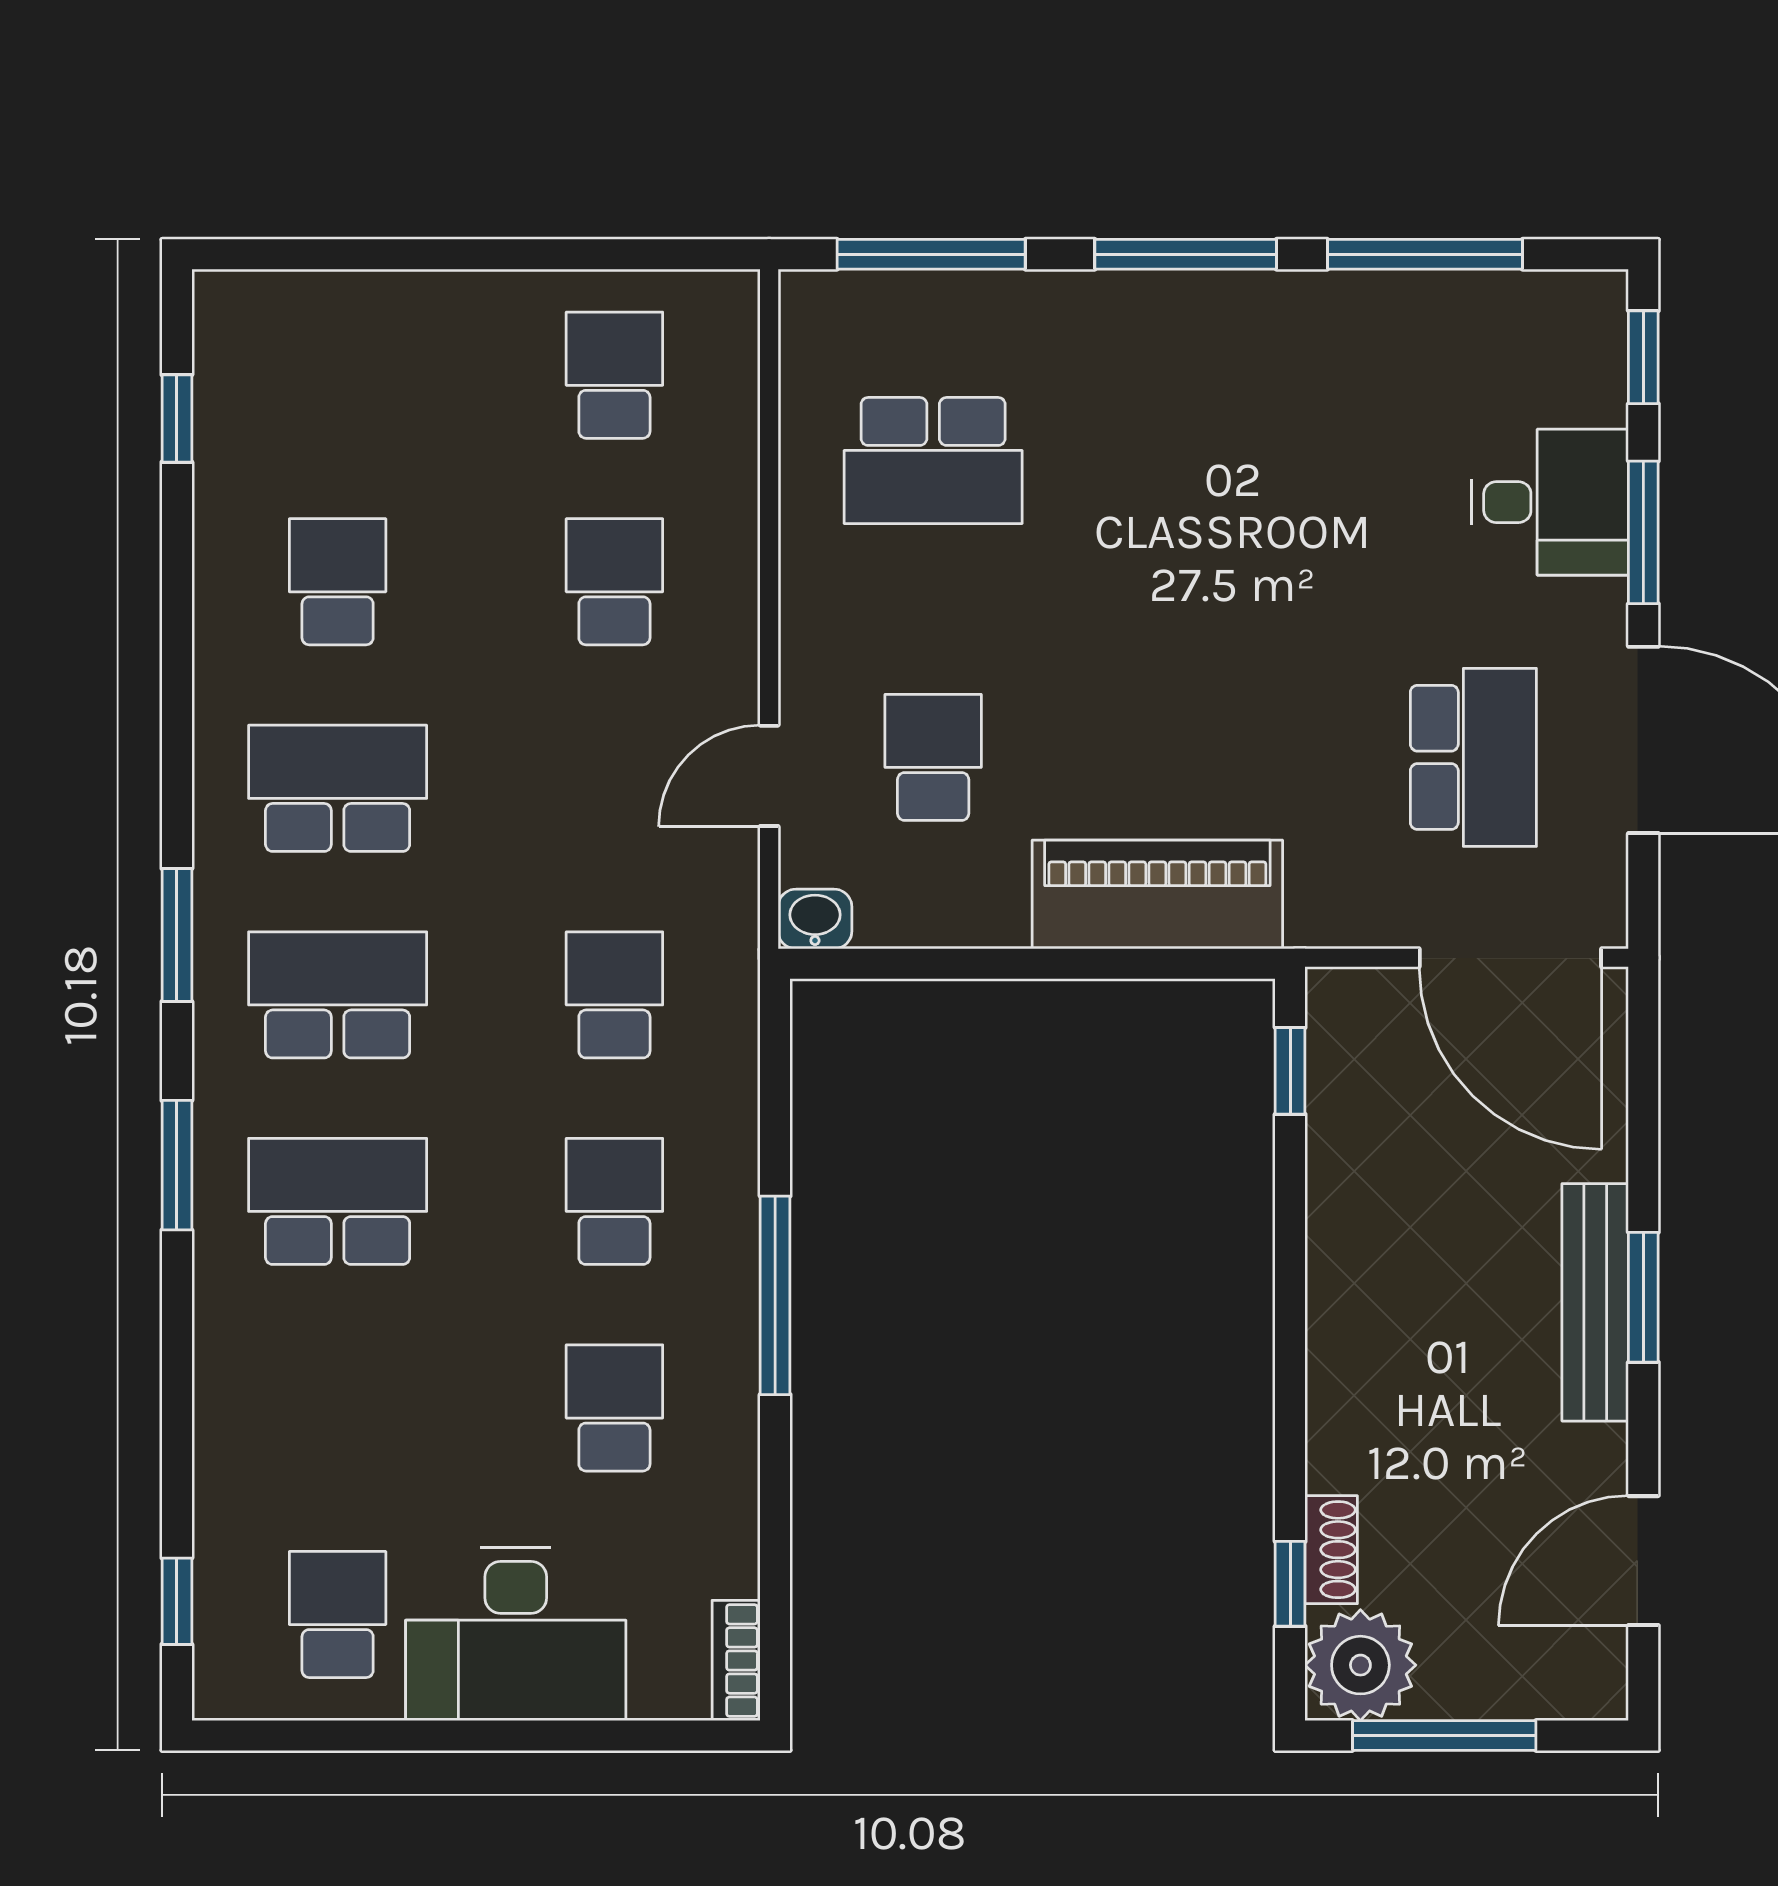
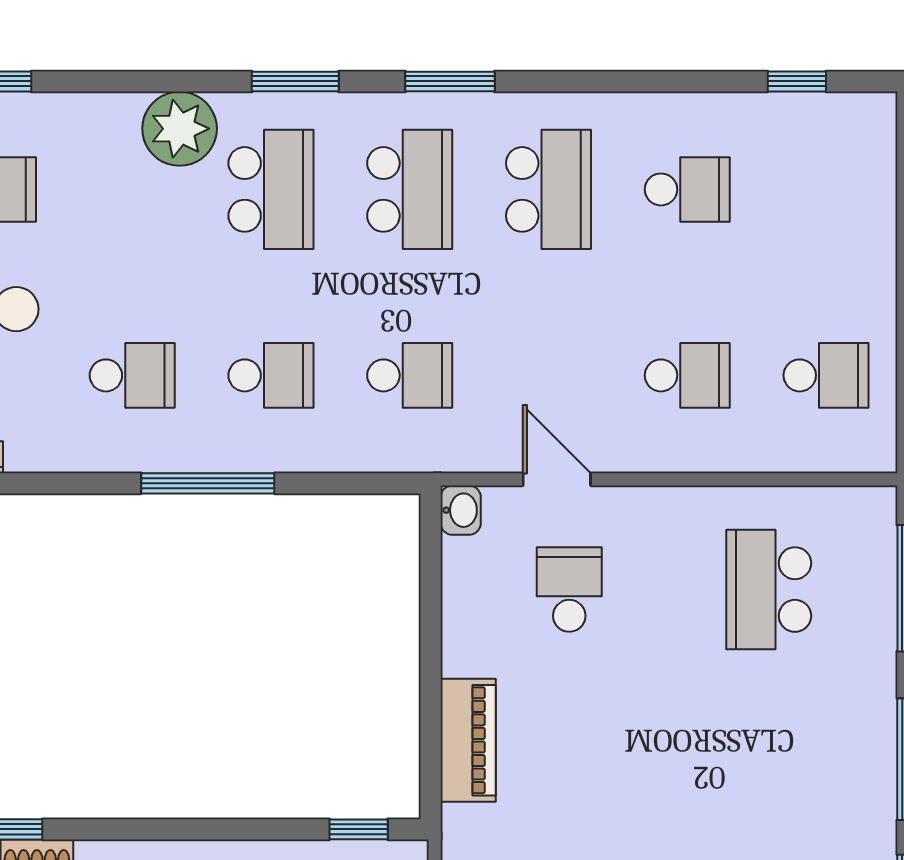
school desk: (933, 757) -> (569, 590), turned -90
piano: (1157, 894) -> (468, 740), width x0.73, depth x0.75
plant: (247, 1337) -> (180, 129), added

